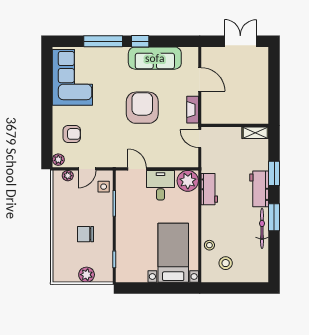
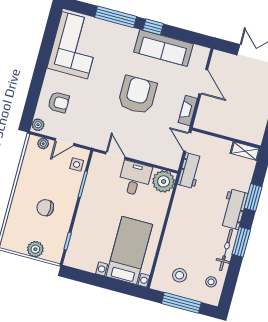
workbench: (209, 189) -> (190, 171), moved
stool: (209, 245) -> (211, 282), moved
window: (234, 288) -> (181, 303), added

